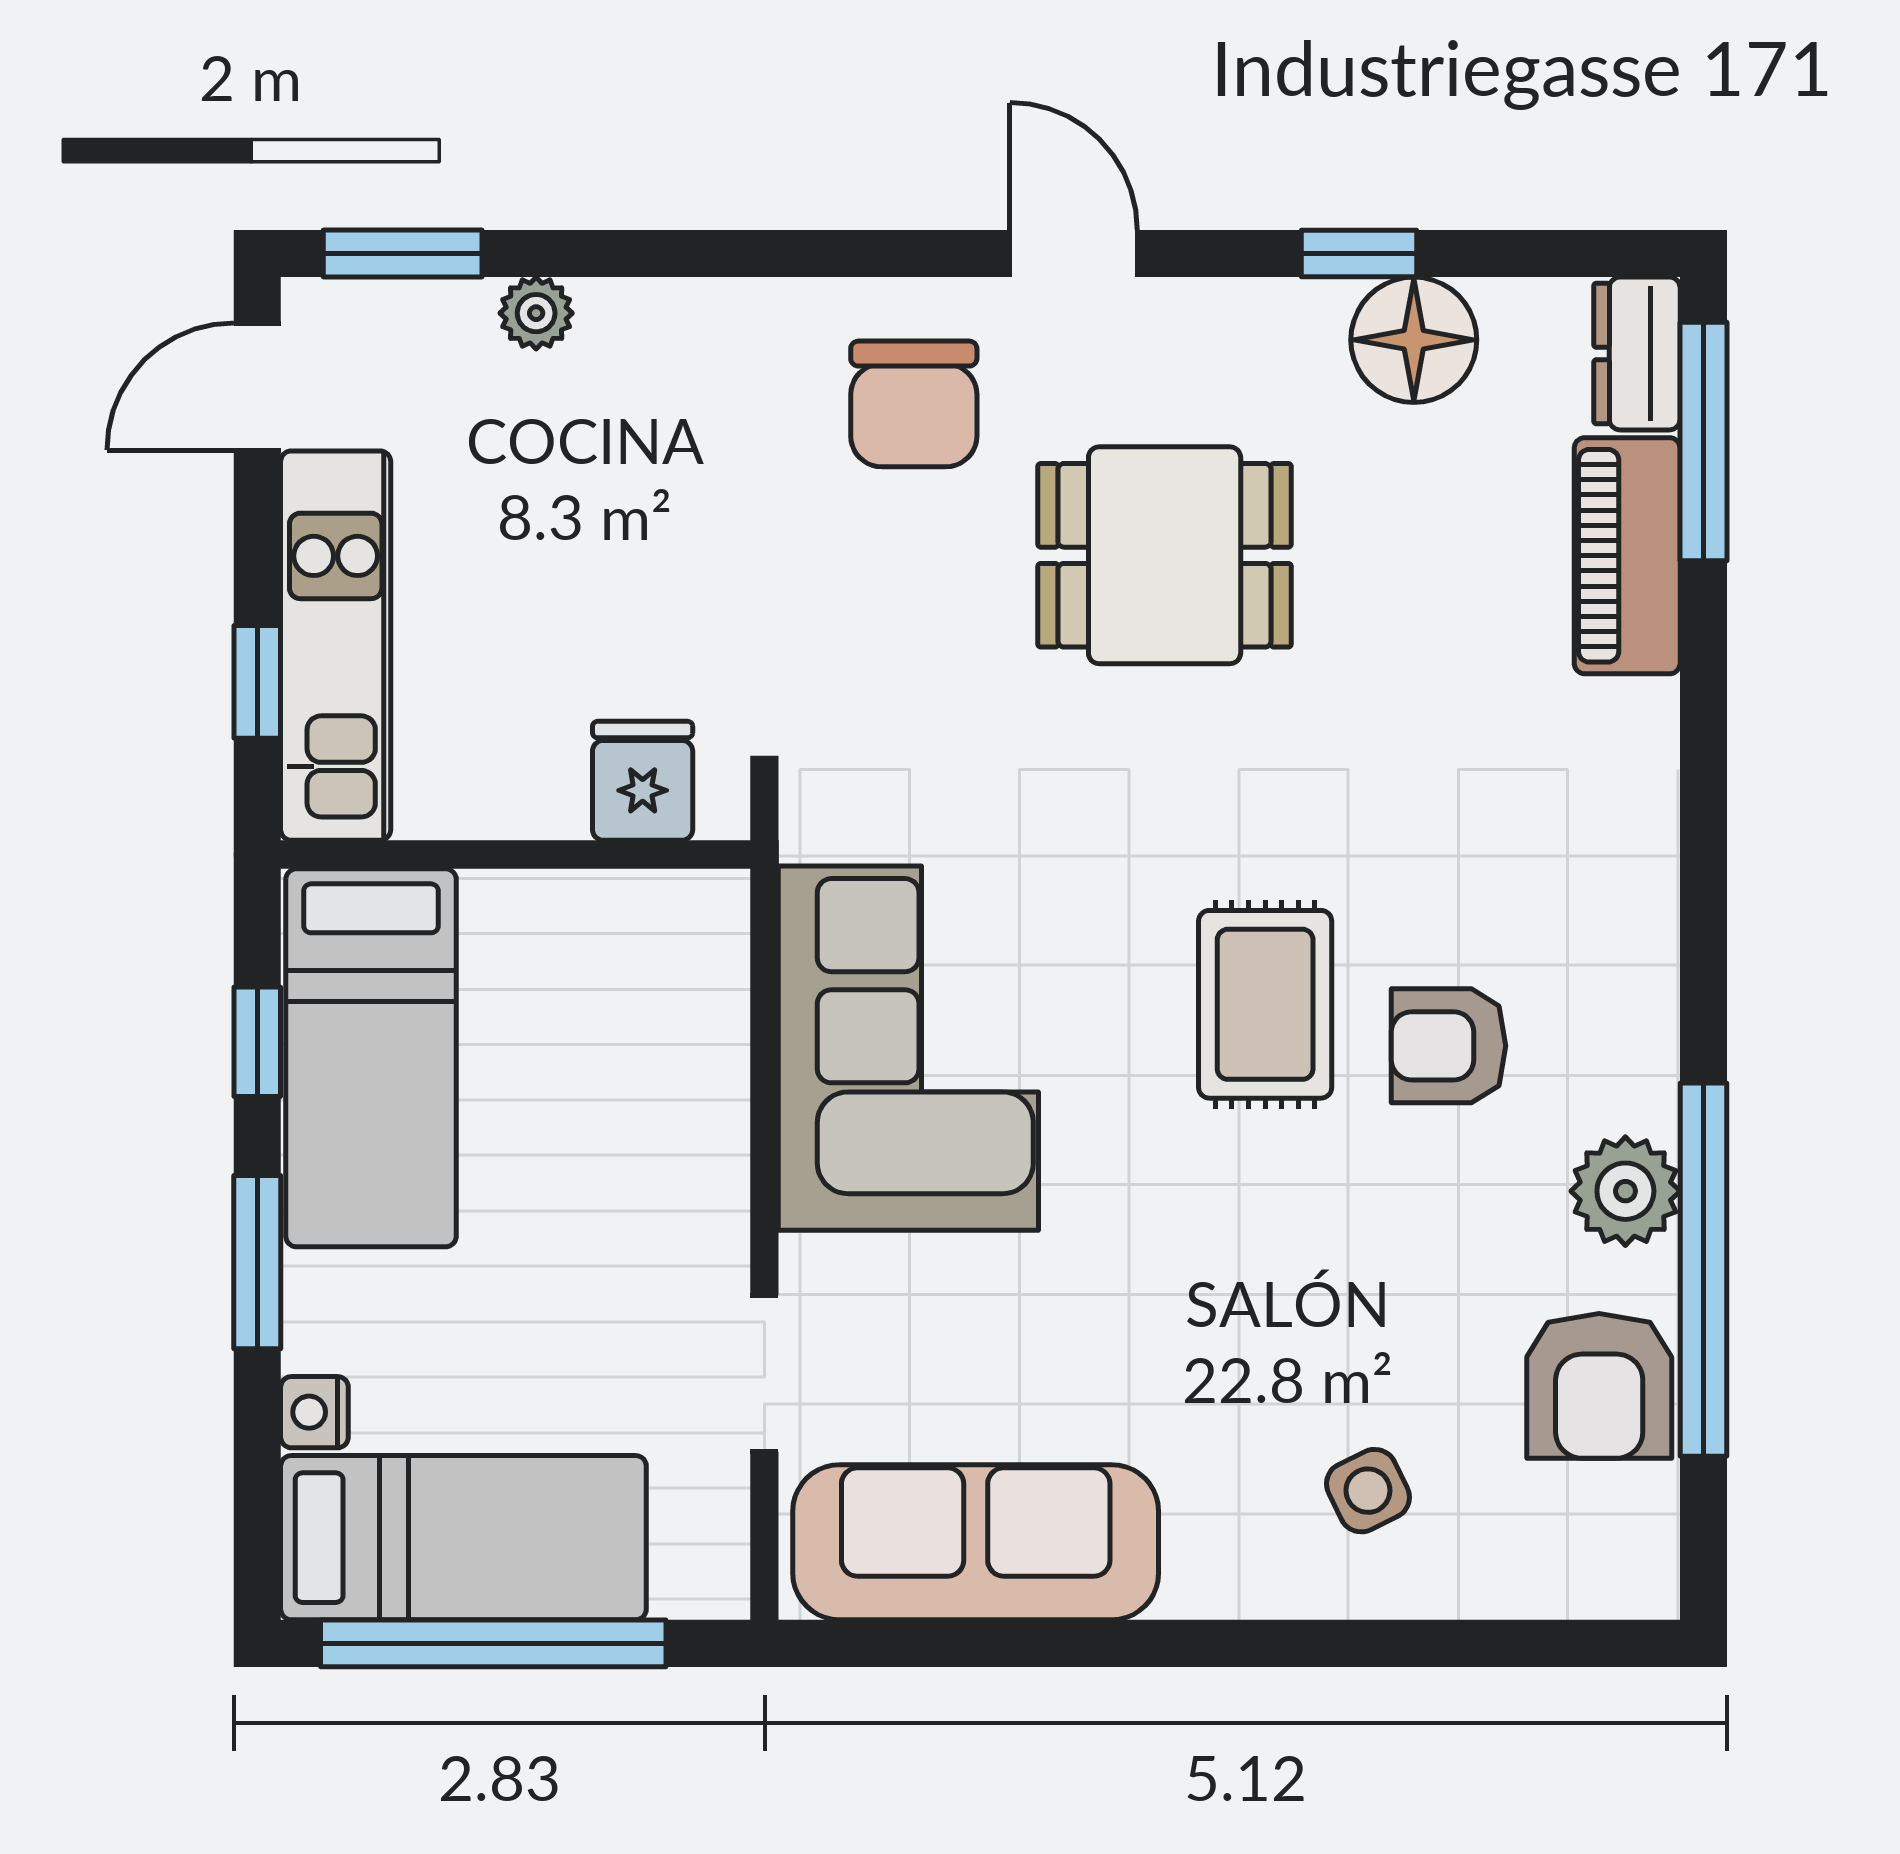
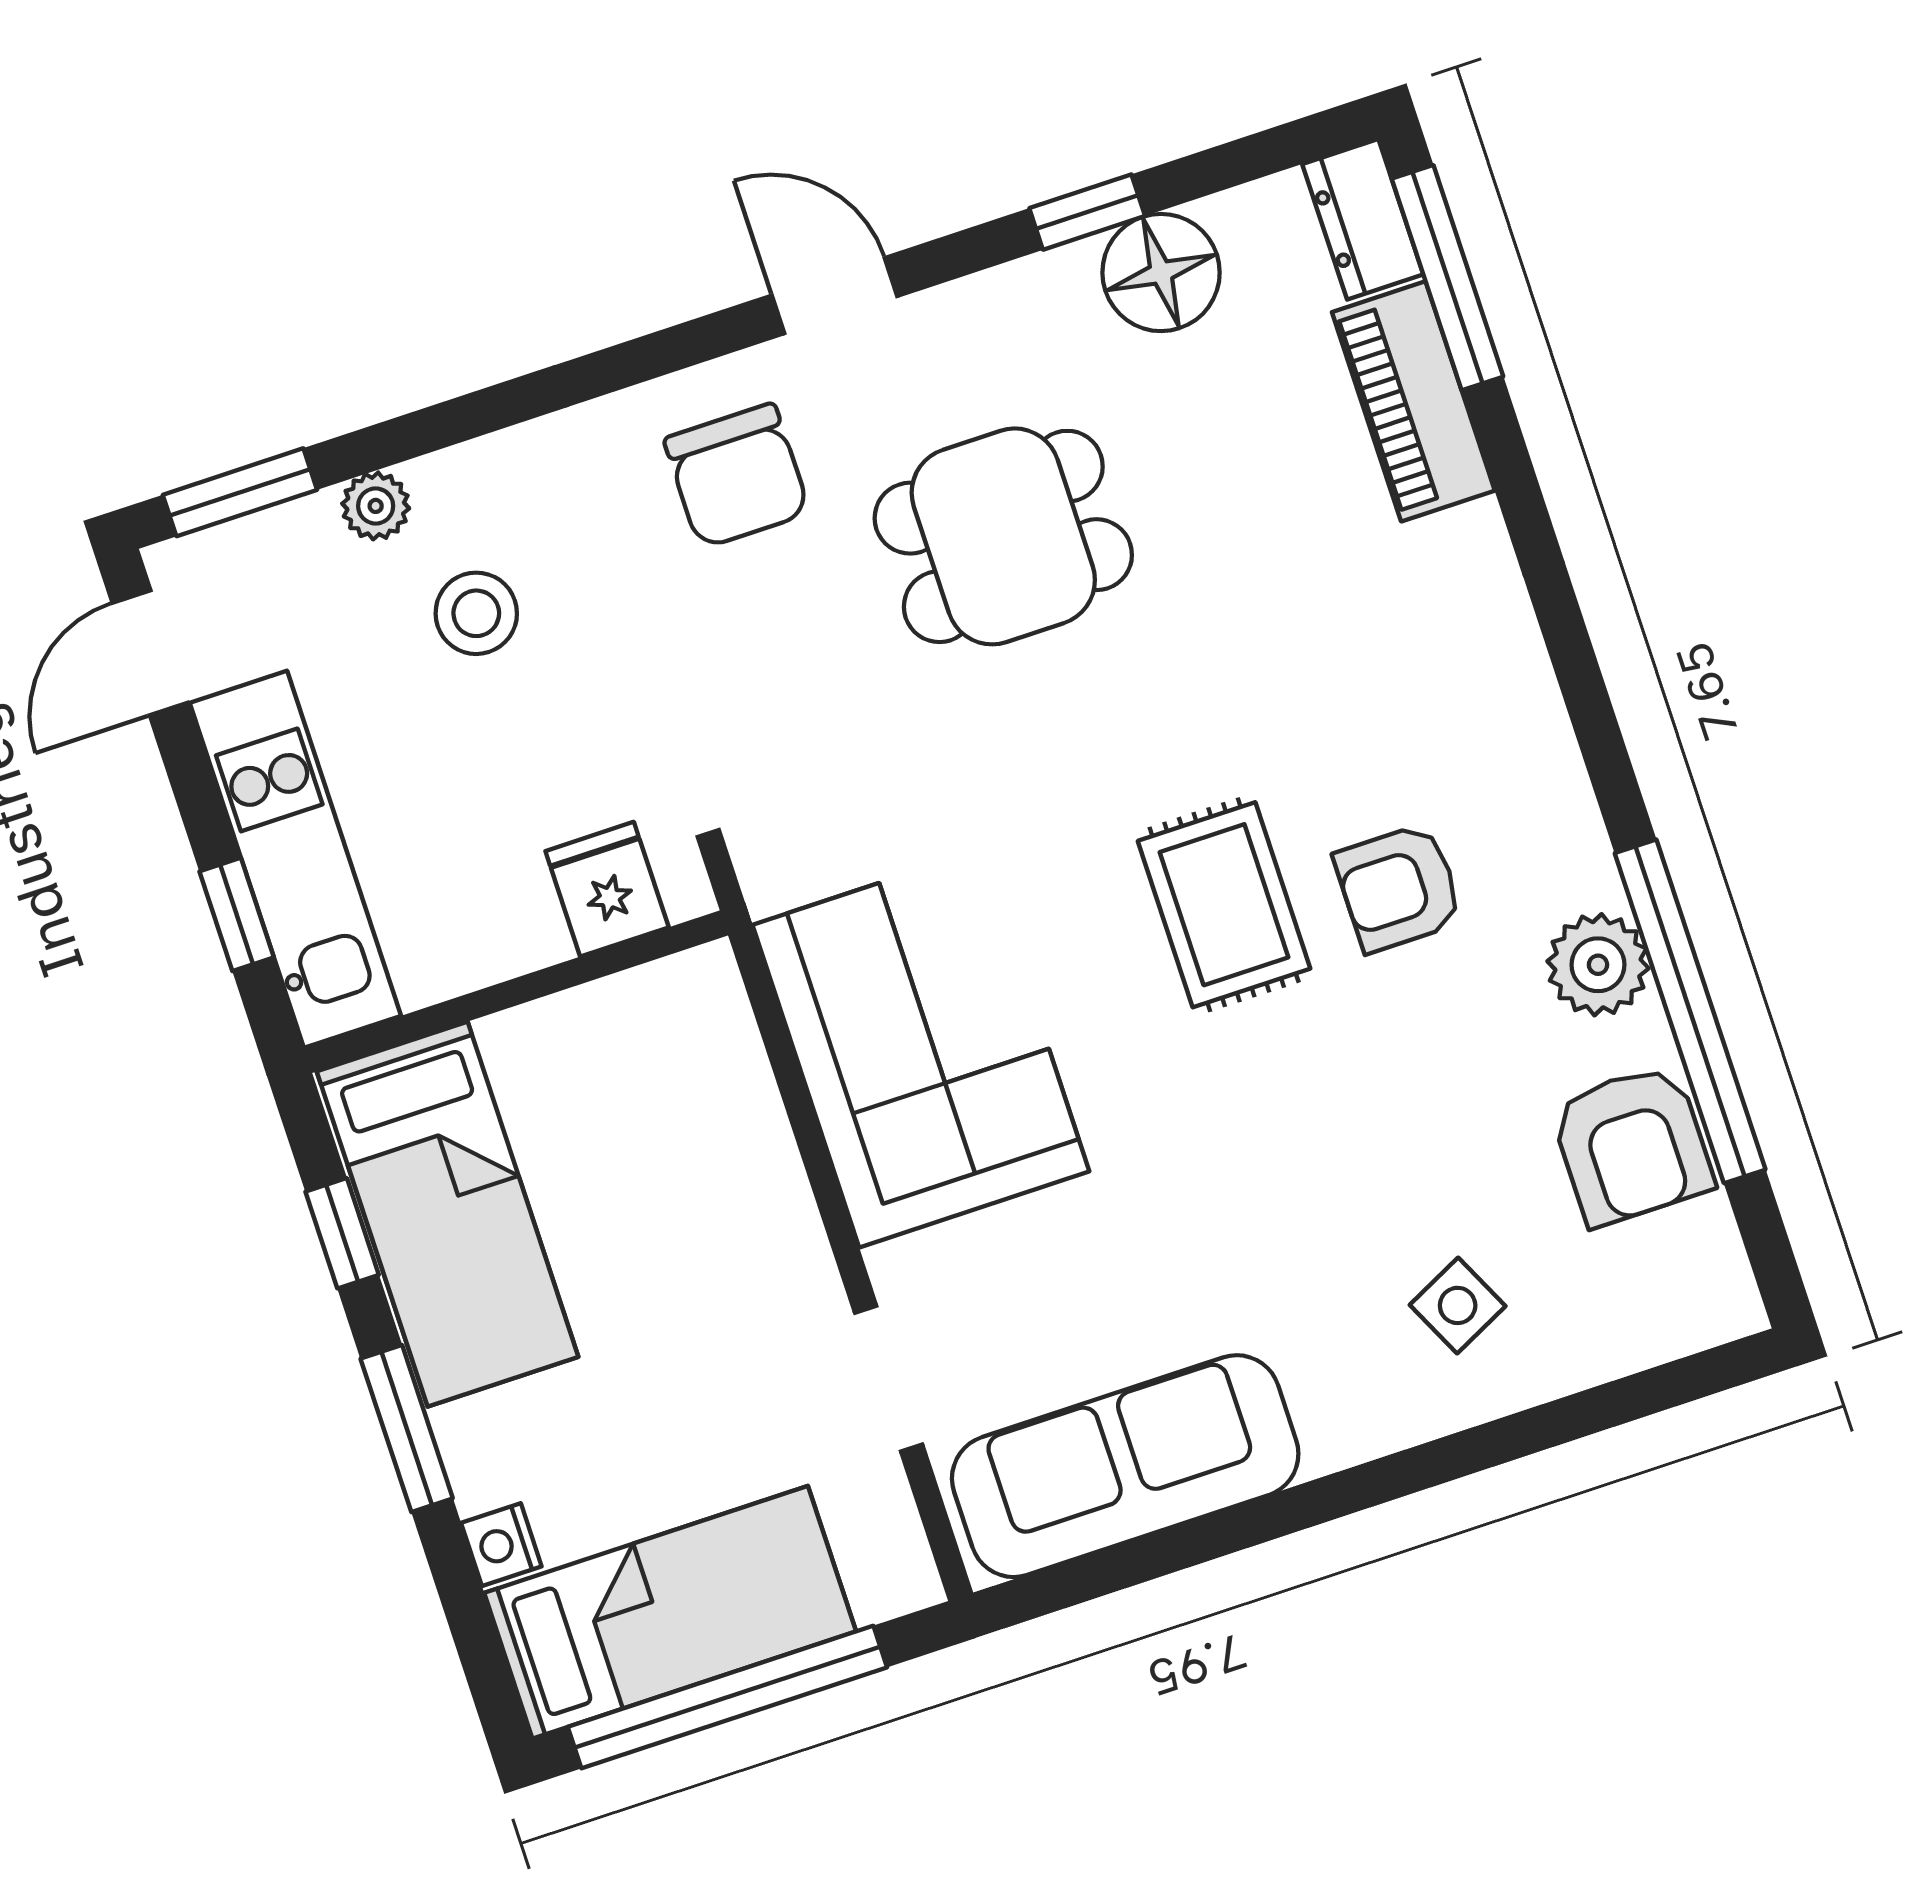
stool: (602, 456) -> (476, 613), added

